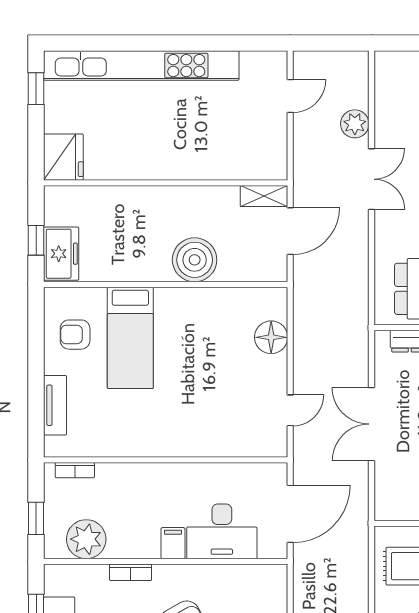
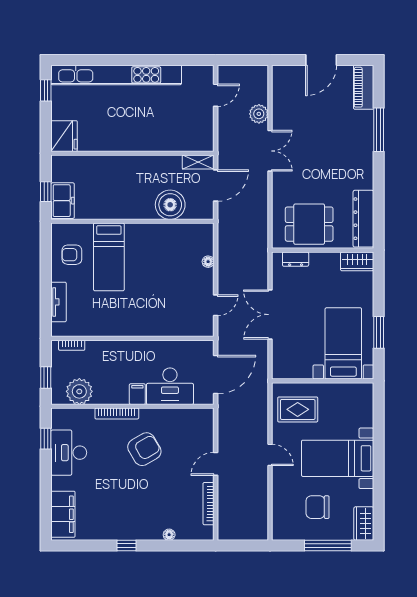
boiler: (195, 260) -> (170, 205), moved
floor lamp: (271, 337) -> (208, 262), width x0.53, depth x0.53
bookcase: (131, 572) -> (117, 414), width x1.56

